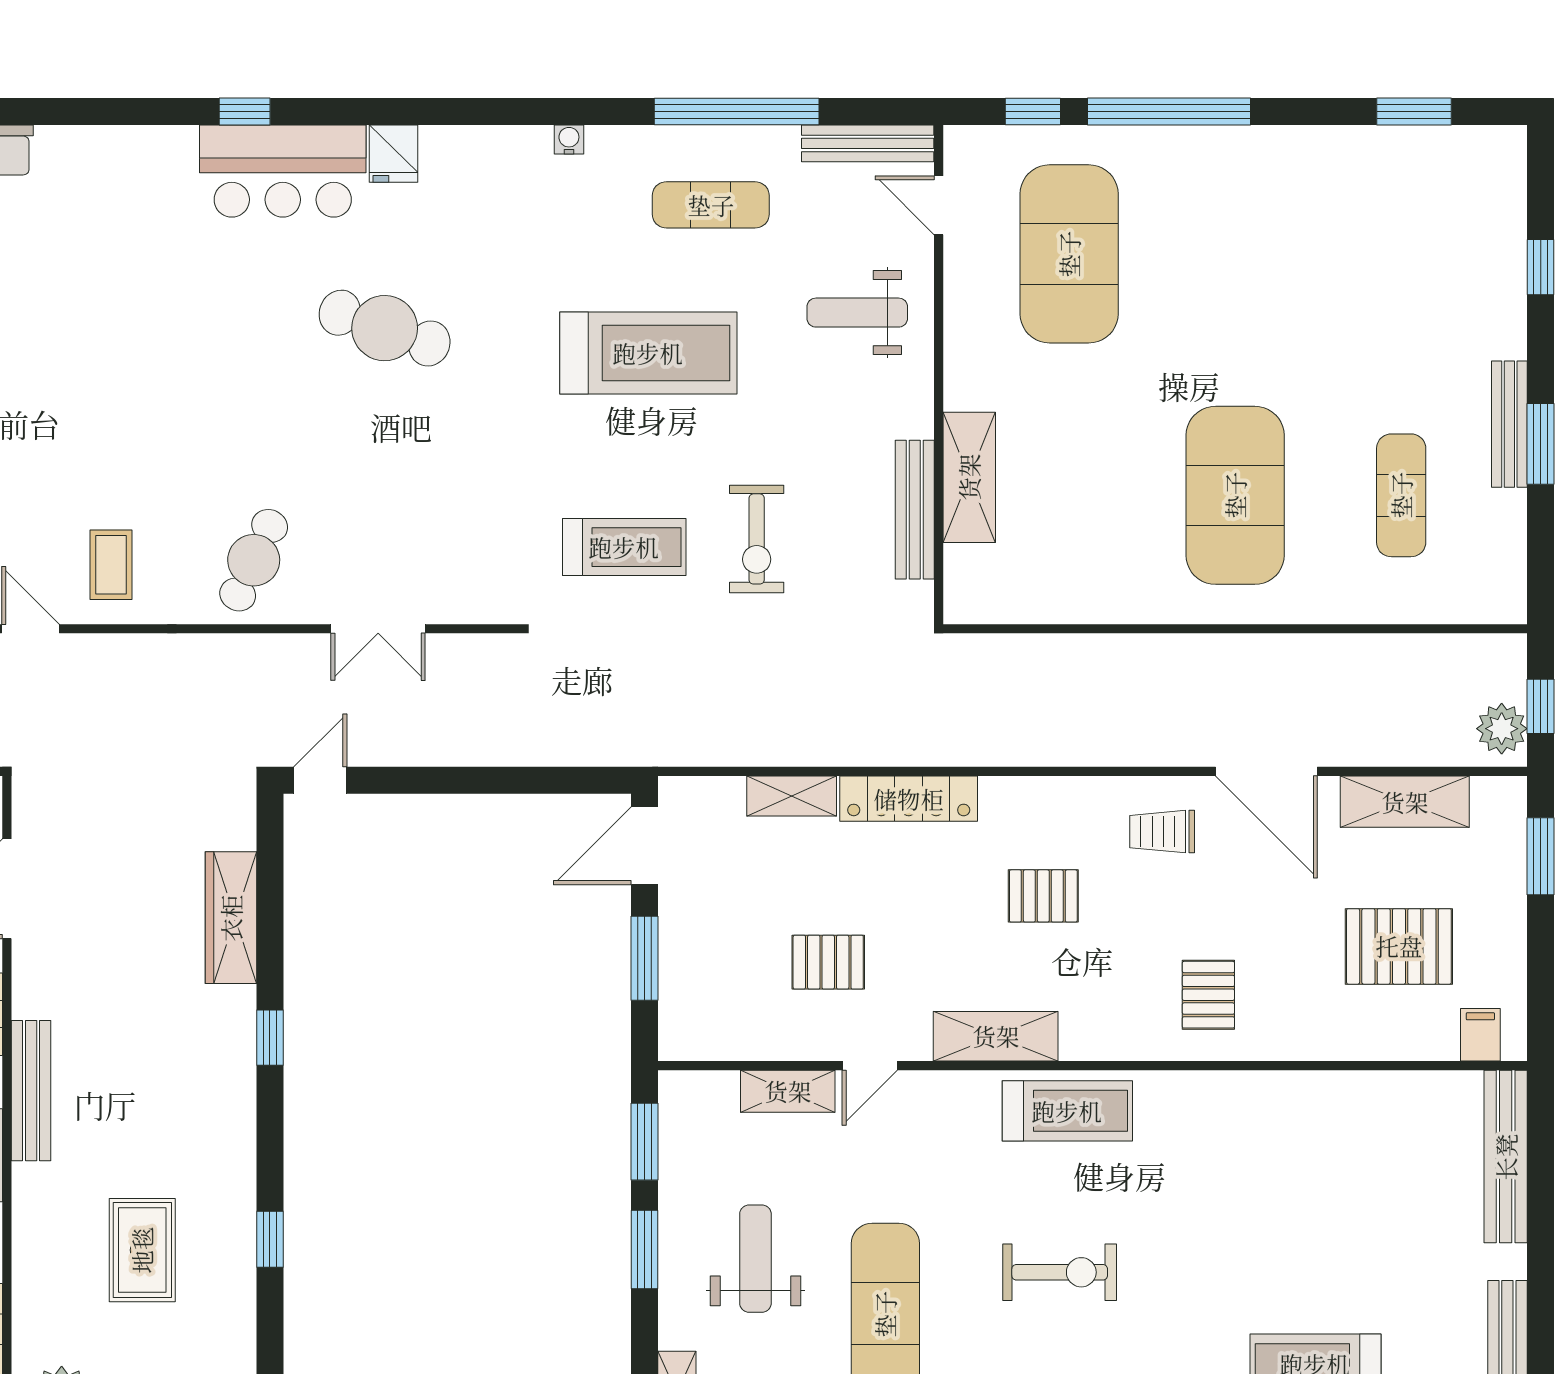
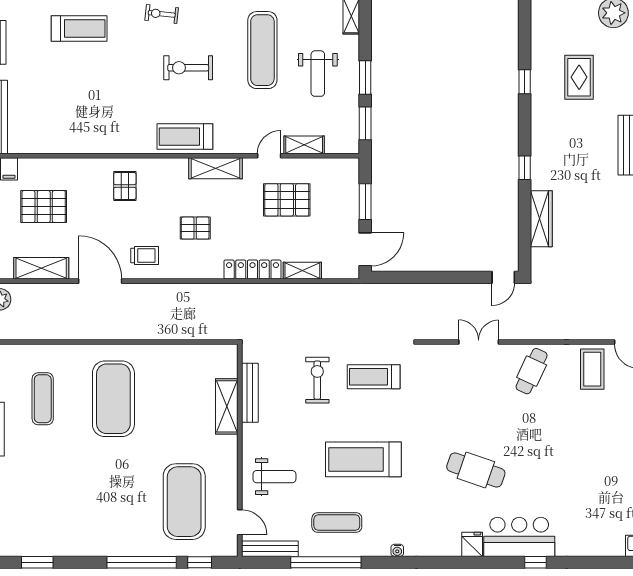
coffee table: (111, 565) -> (592, 369), width x1.36, depth x1.30
pallet: (828, 962) -> (287, 200), width x1.50, depth x1.42

